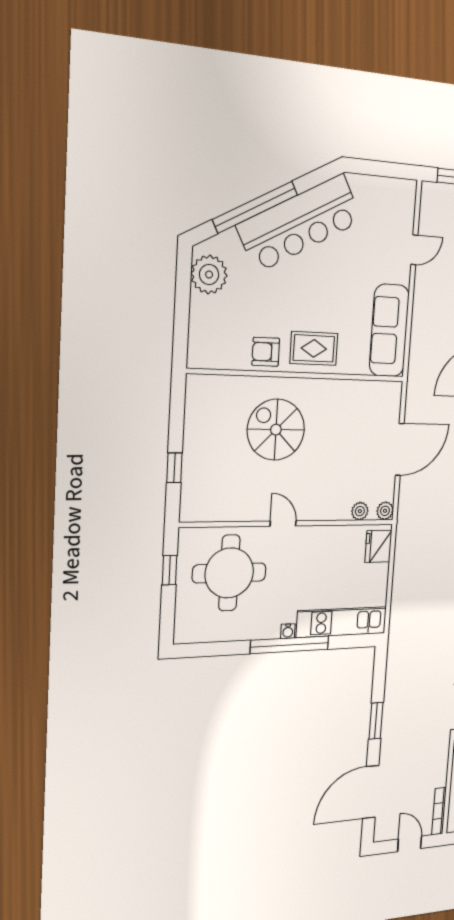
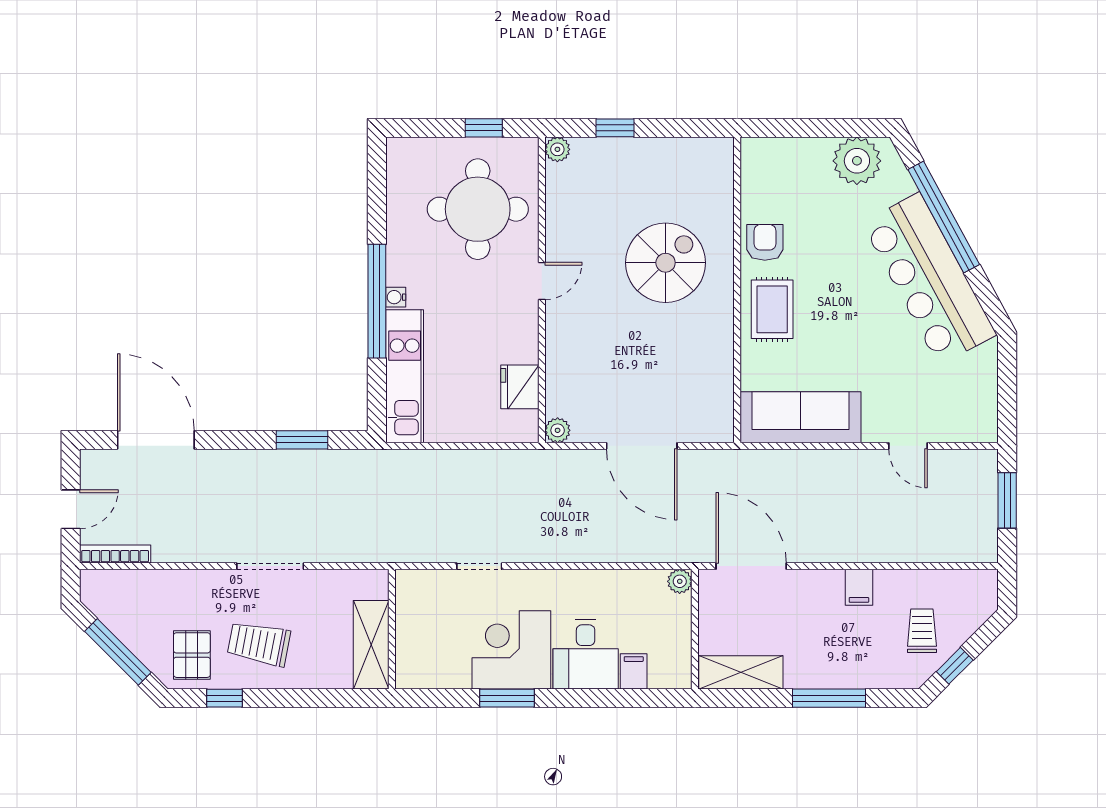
plant: (360, 511) -> (557, 149), moved
fridge: (378, 546) -> (520, 387), moved, turned -90
window: (376, 721) -> (302, 440), moved

